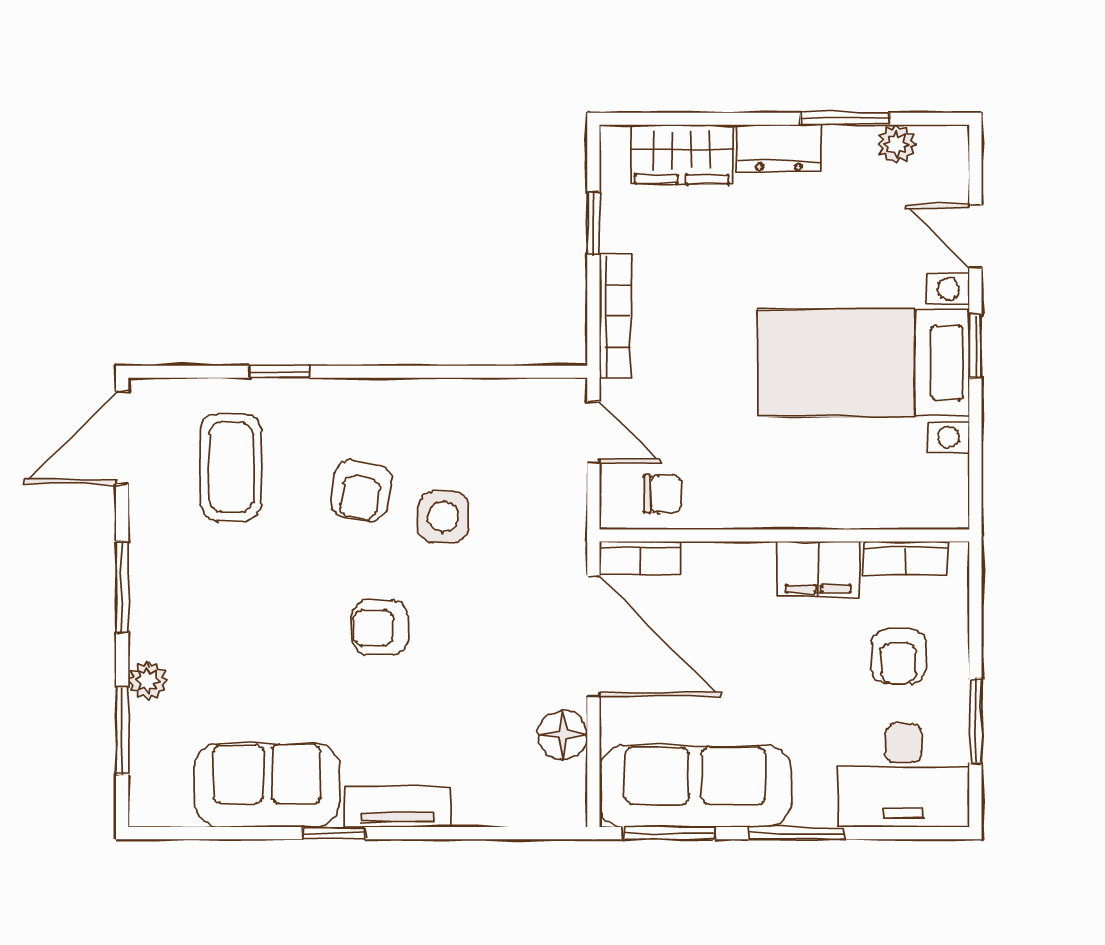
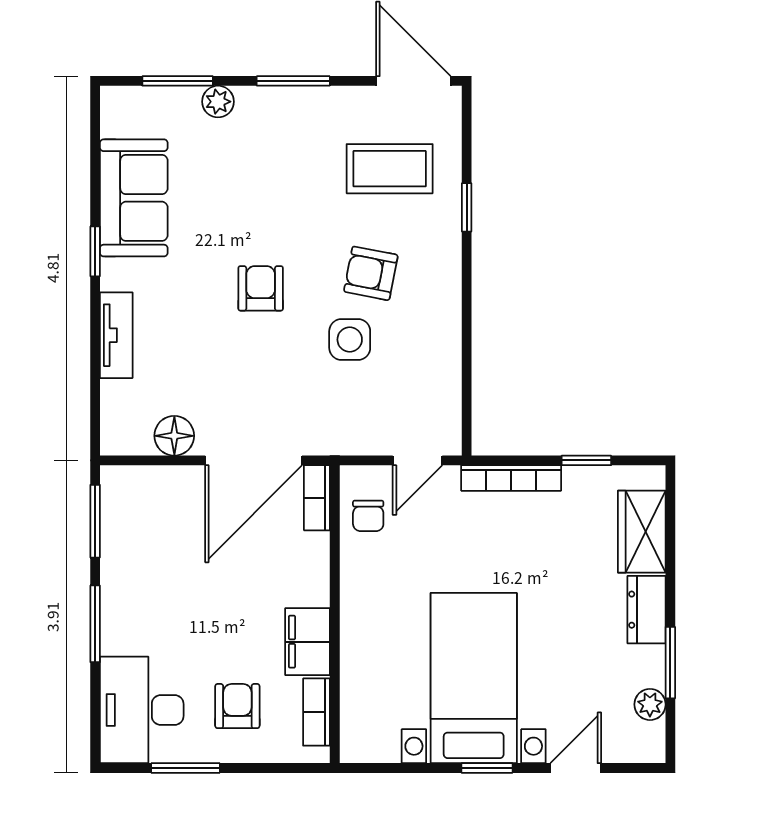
armchair: (898, 656) -> (237, 706), turned 90
sofa: (695, 786) -> (133, 542), removed
tv unit: (397, 807) -> (116, 335), moved

